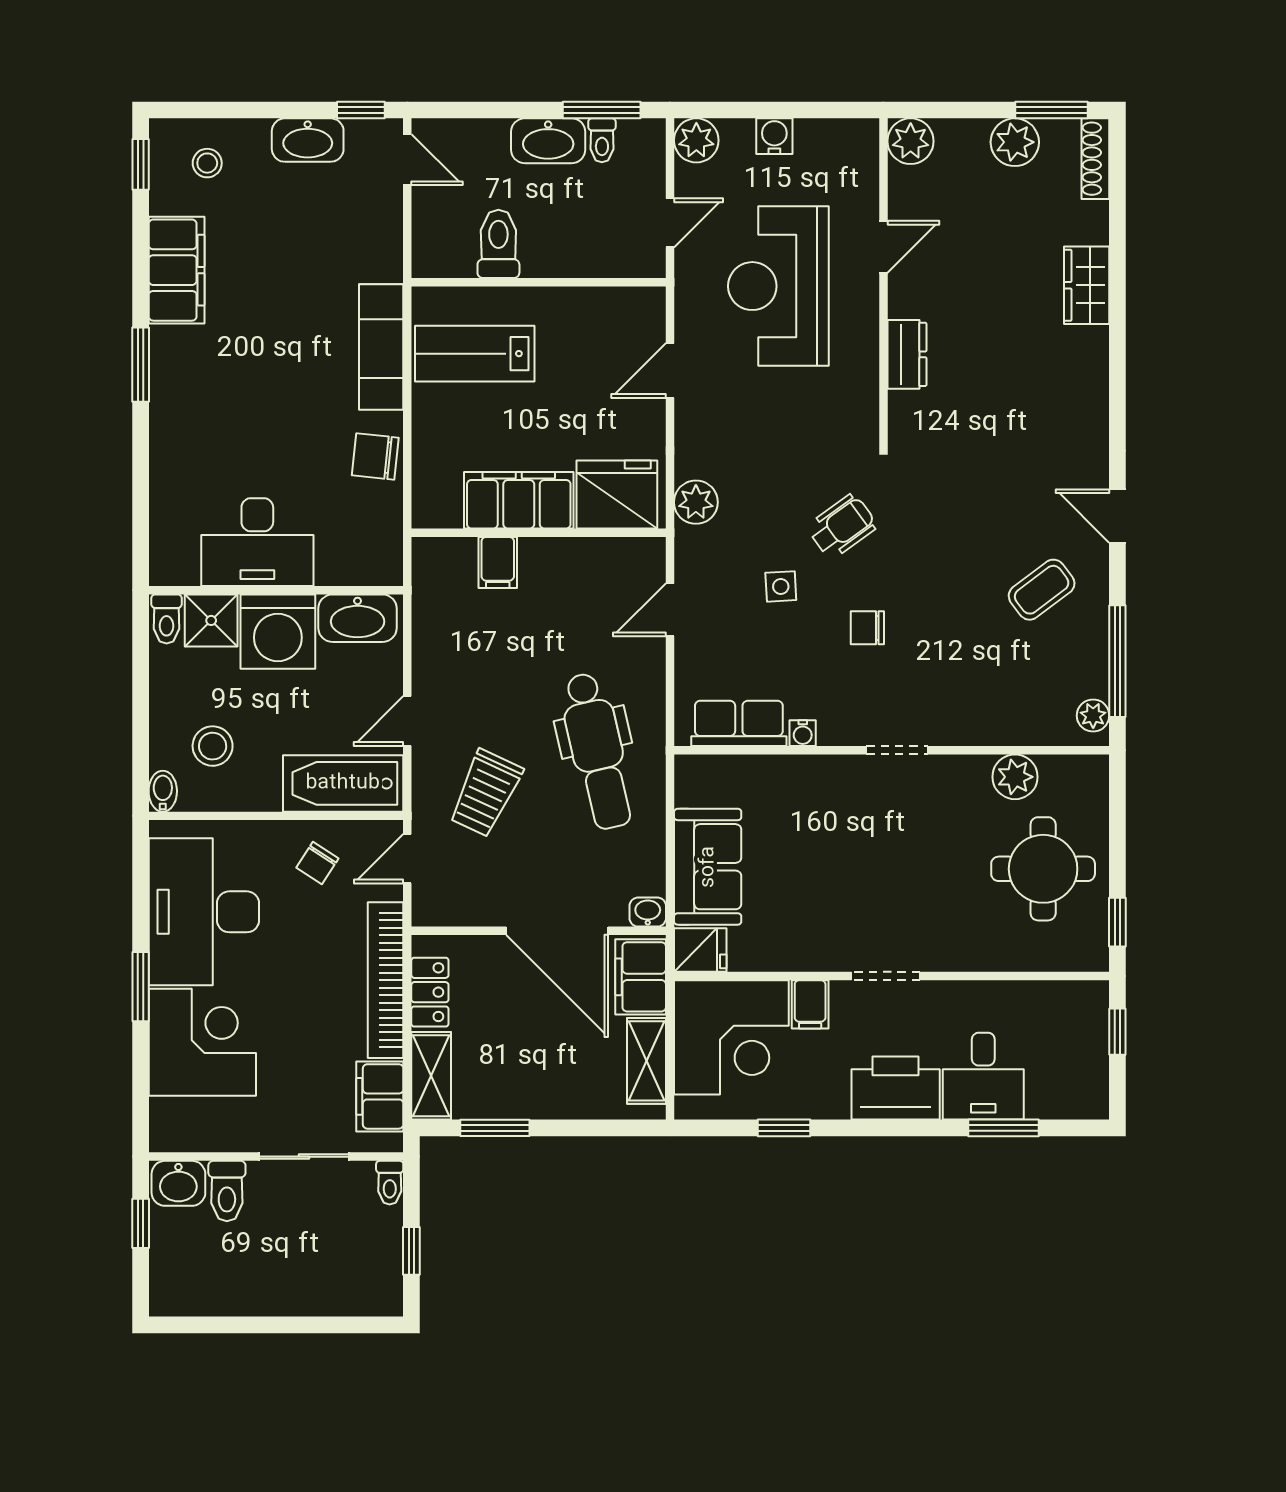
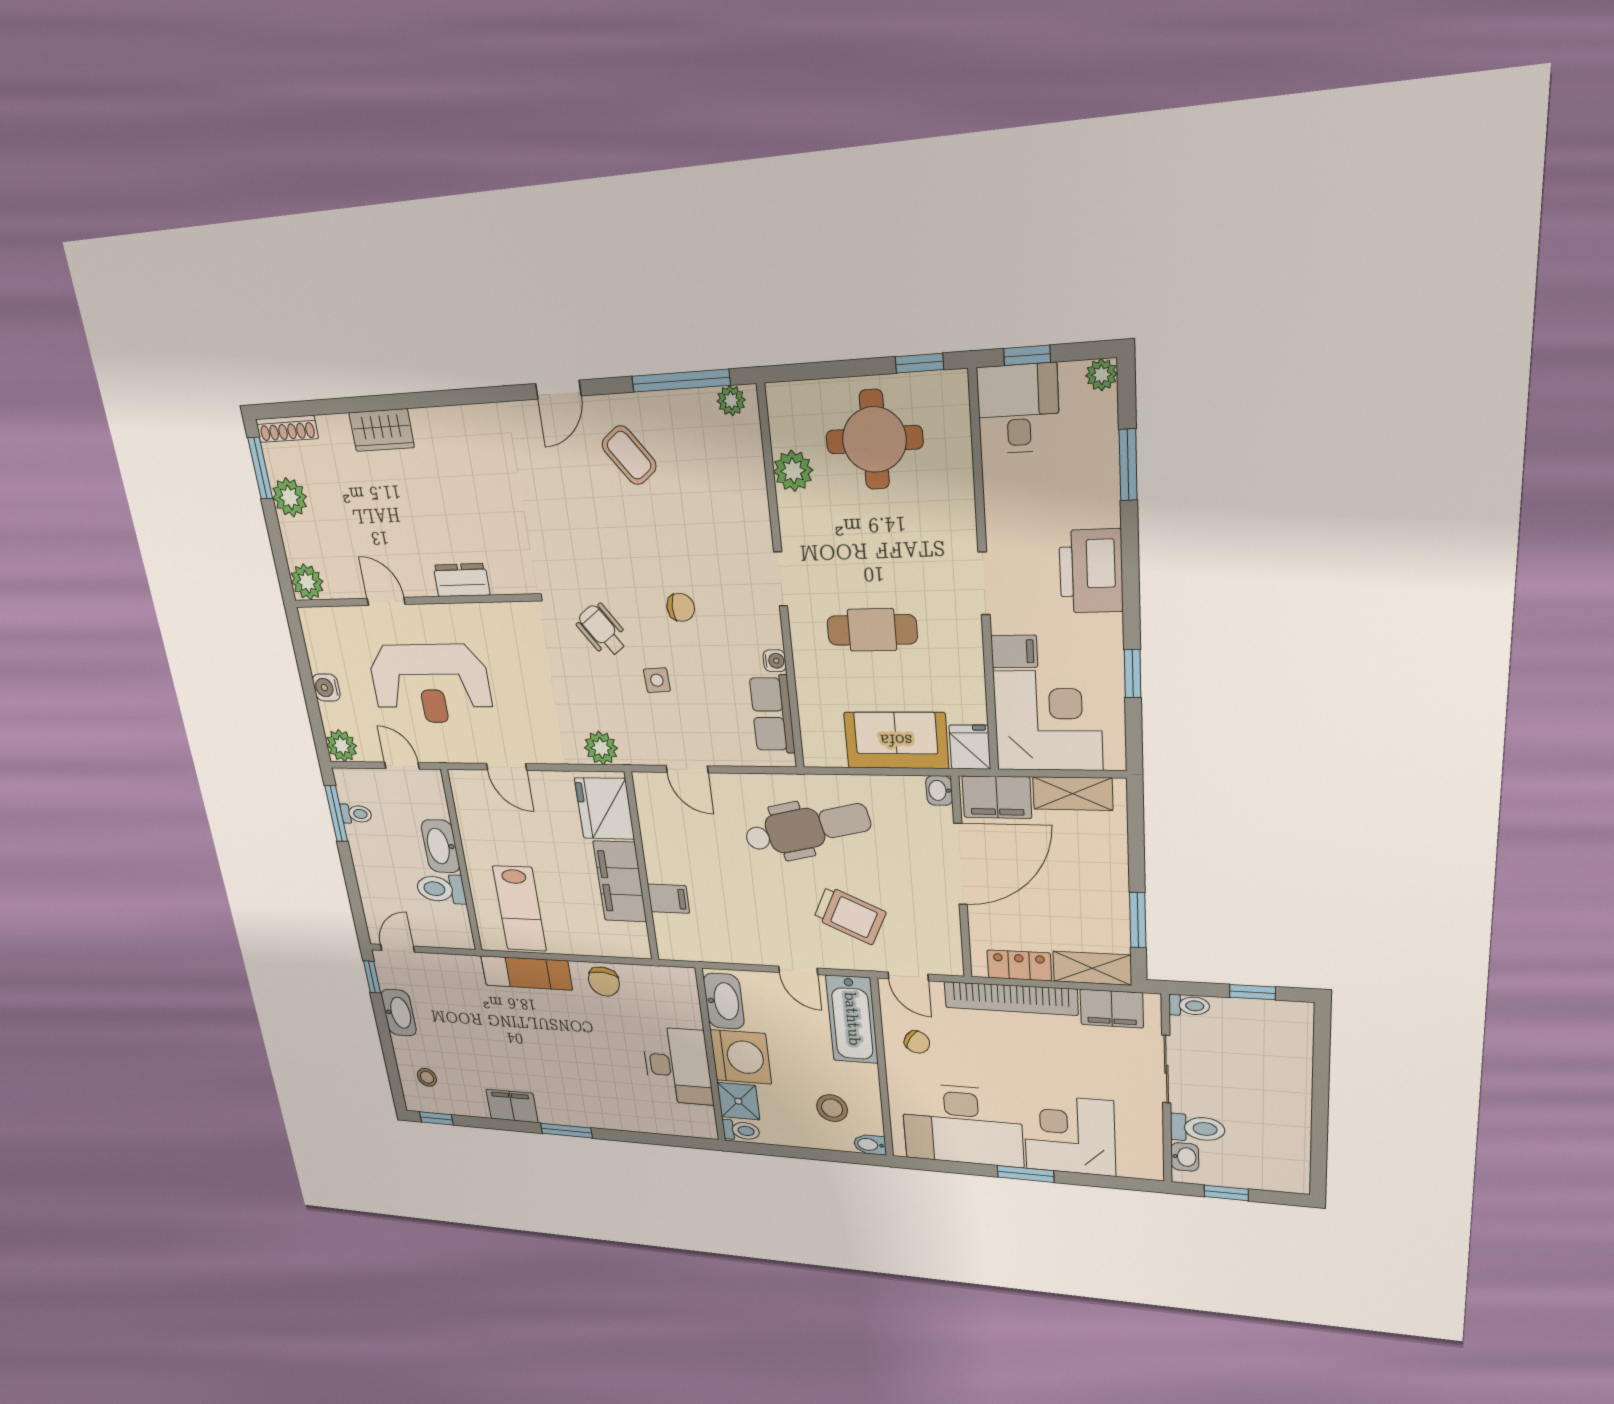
washbasin: (548, 141) -> (440, 846), moved, turned 180
filing cabinet: (177, 270) -> (512, 1106), width x0.67, depth x0.86
chair: (867, 628) -> (681, 607), turned -90
cafe table: (837, 849) -> (872, 630), added
desk: (983, 1076) -> (1018, 409), moved, turned -90
plant: (1094, 1104) -> (1101, 375), added
washbasin: (178, 1183) -> (1185, 1157), width x0.72, depth x0.69

